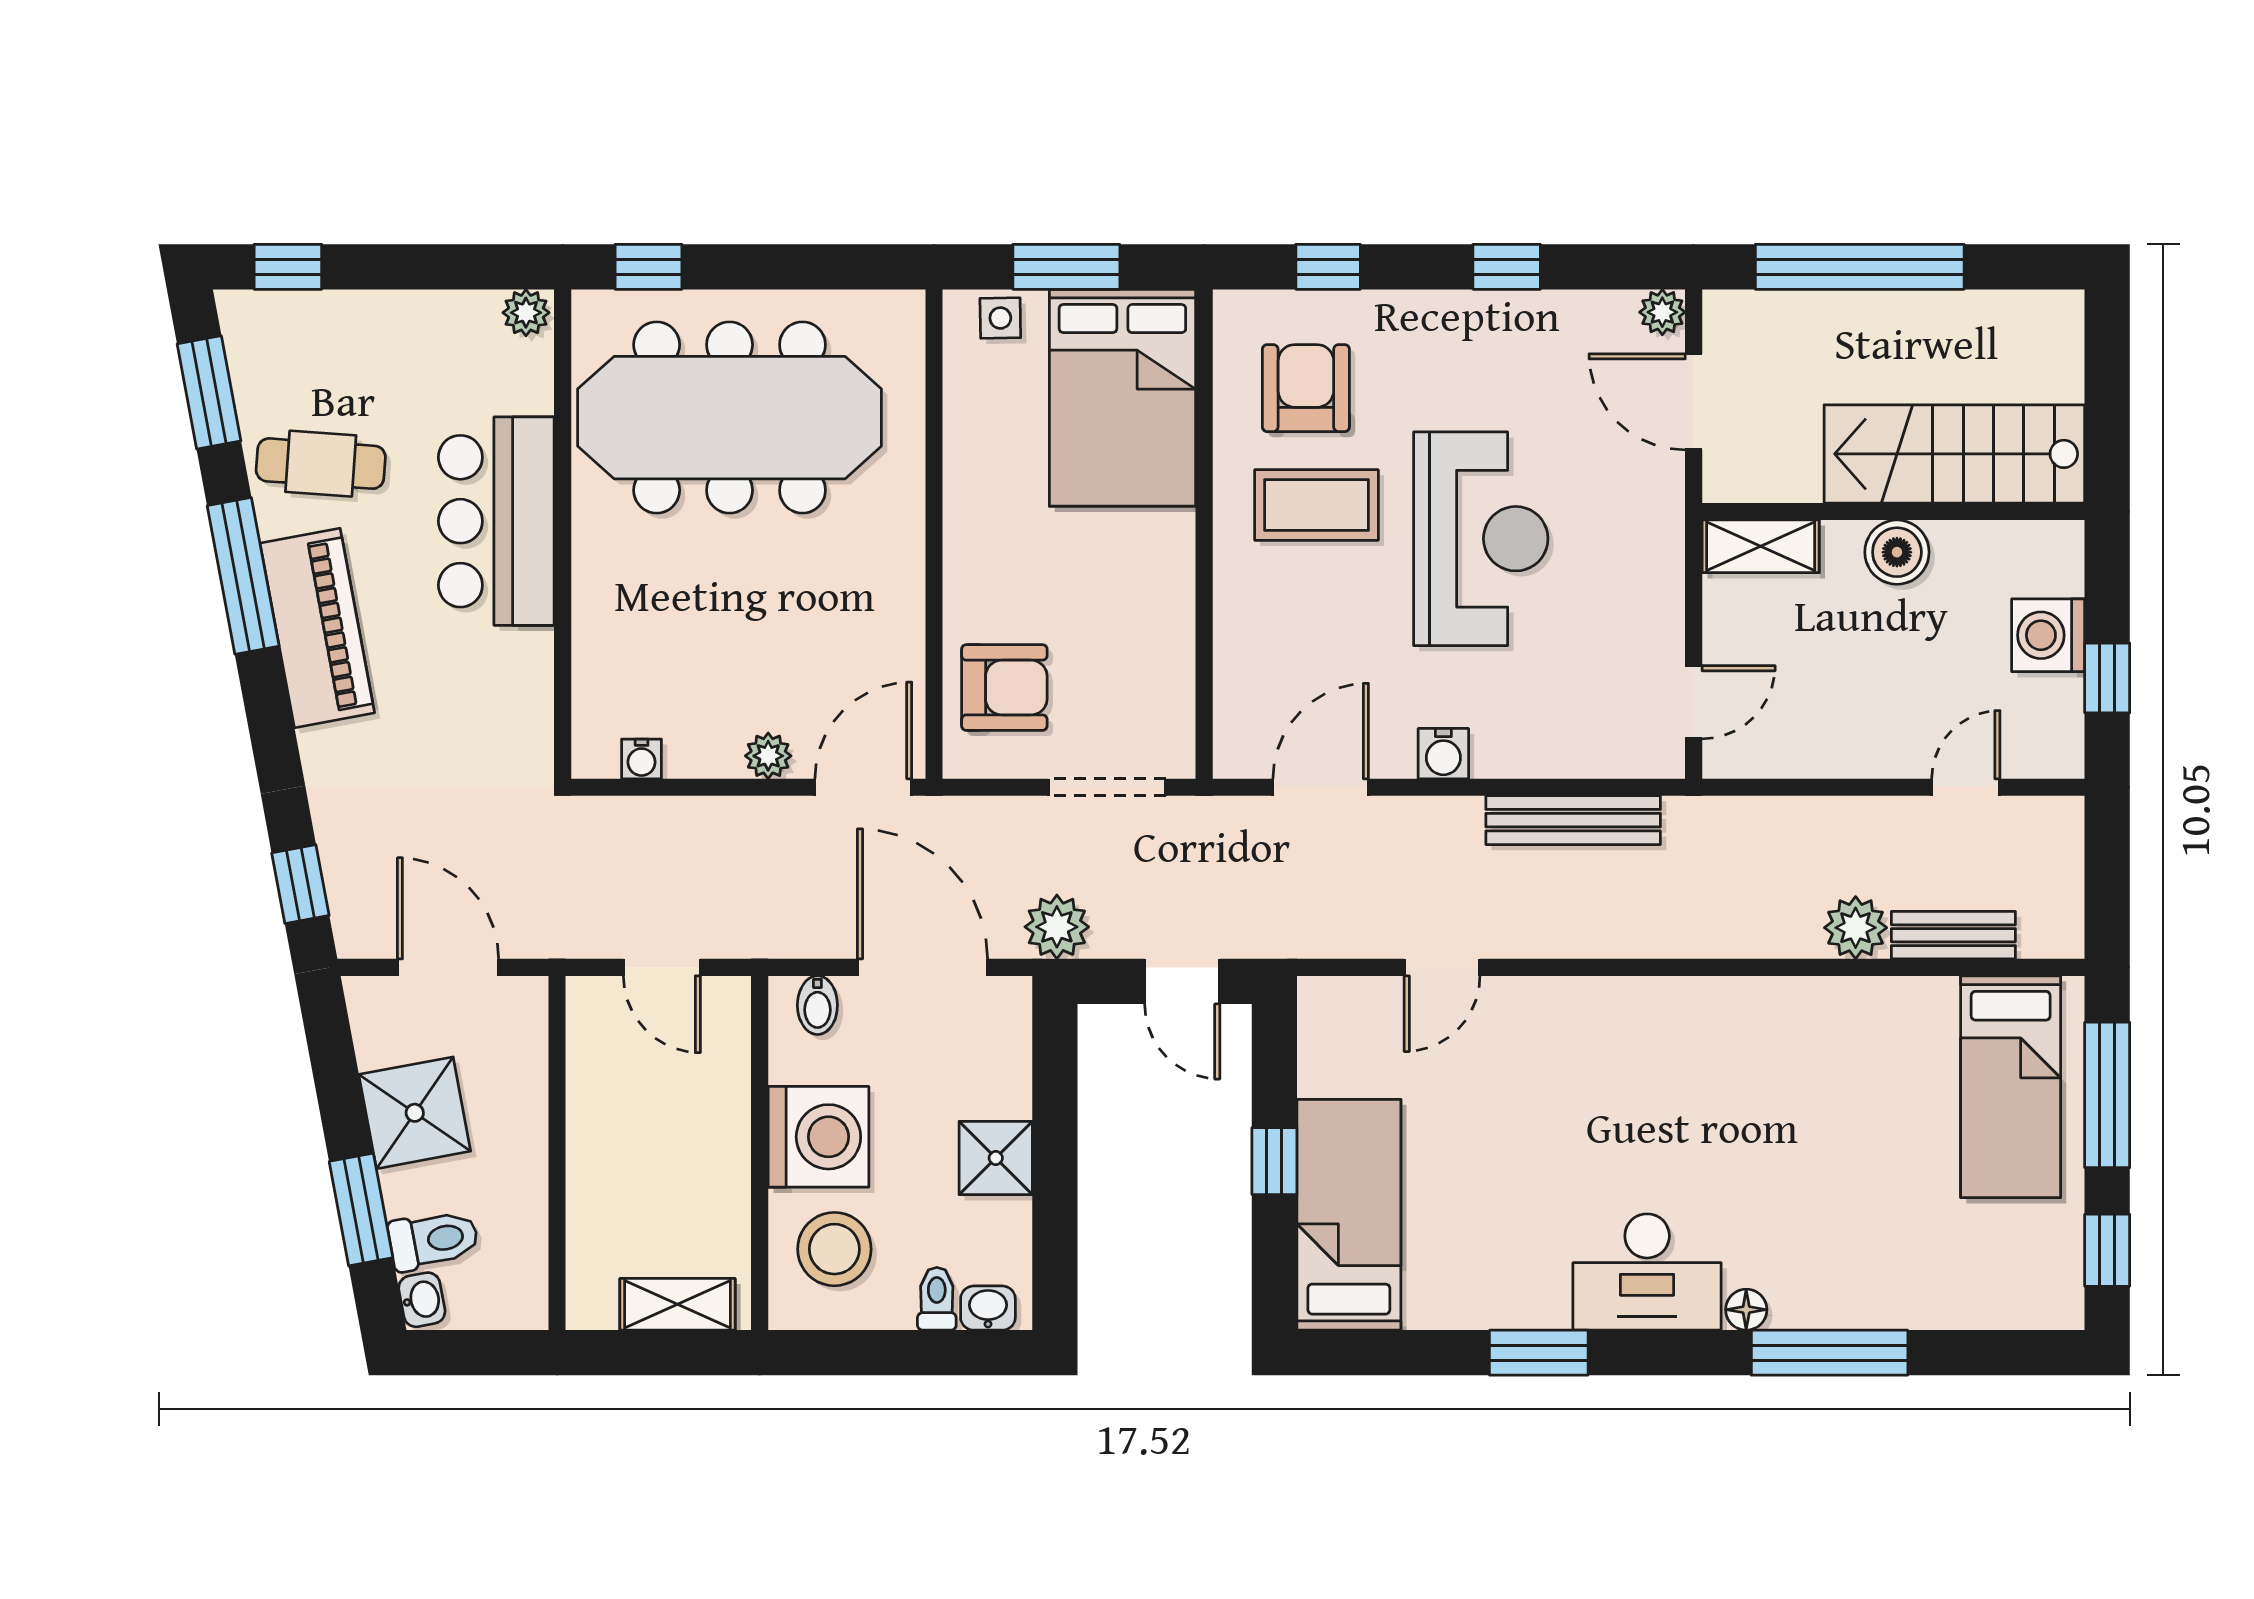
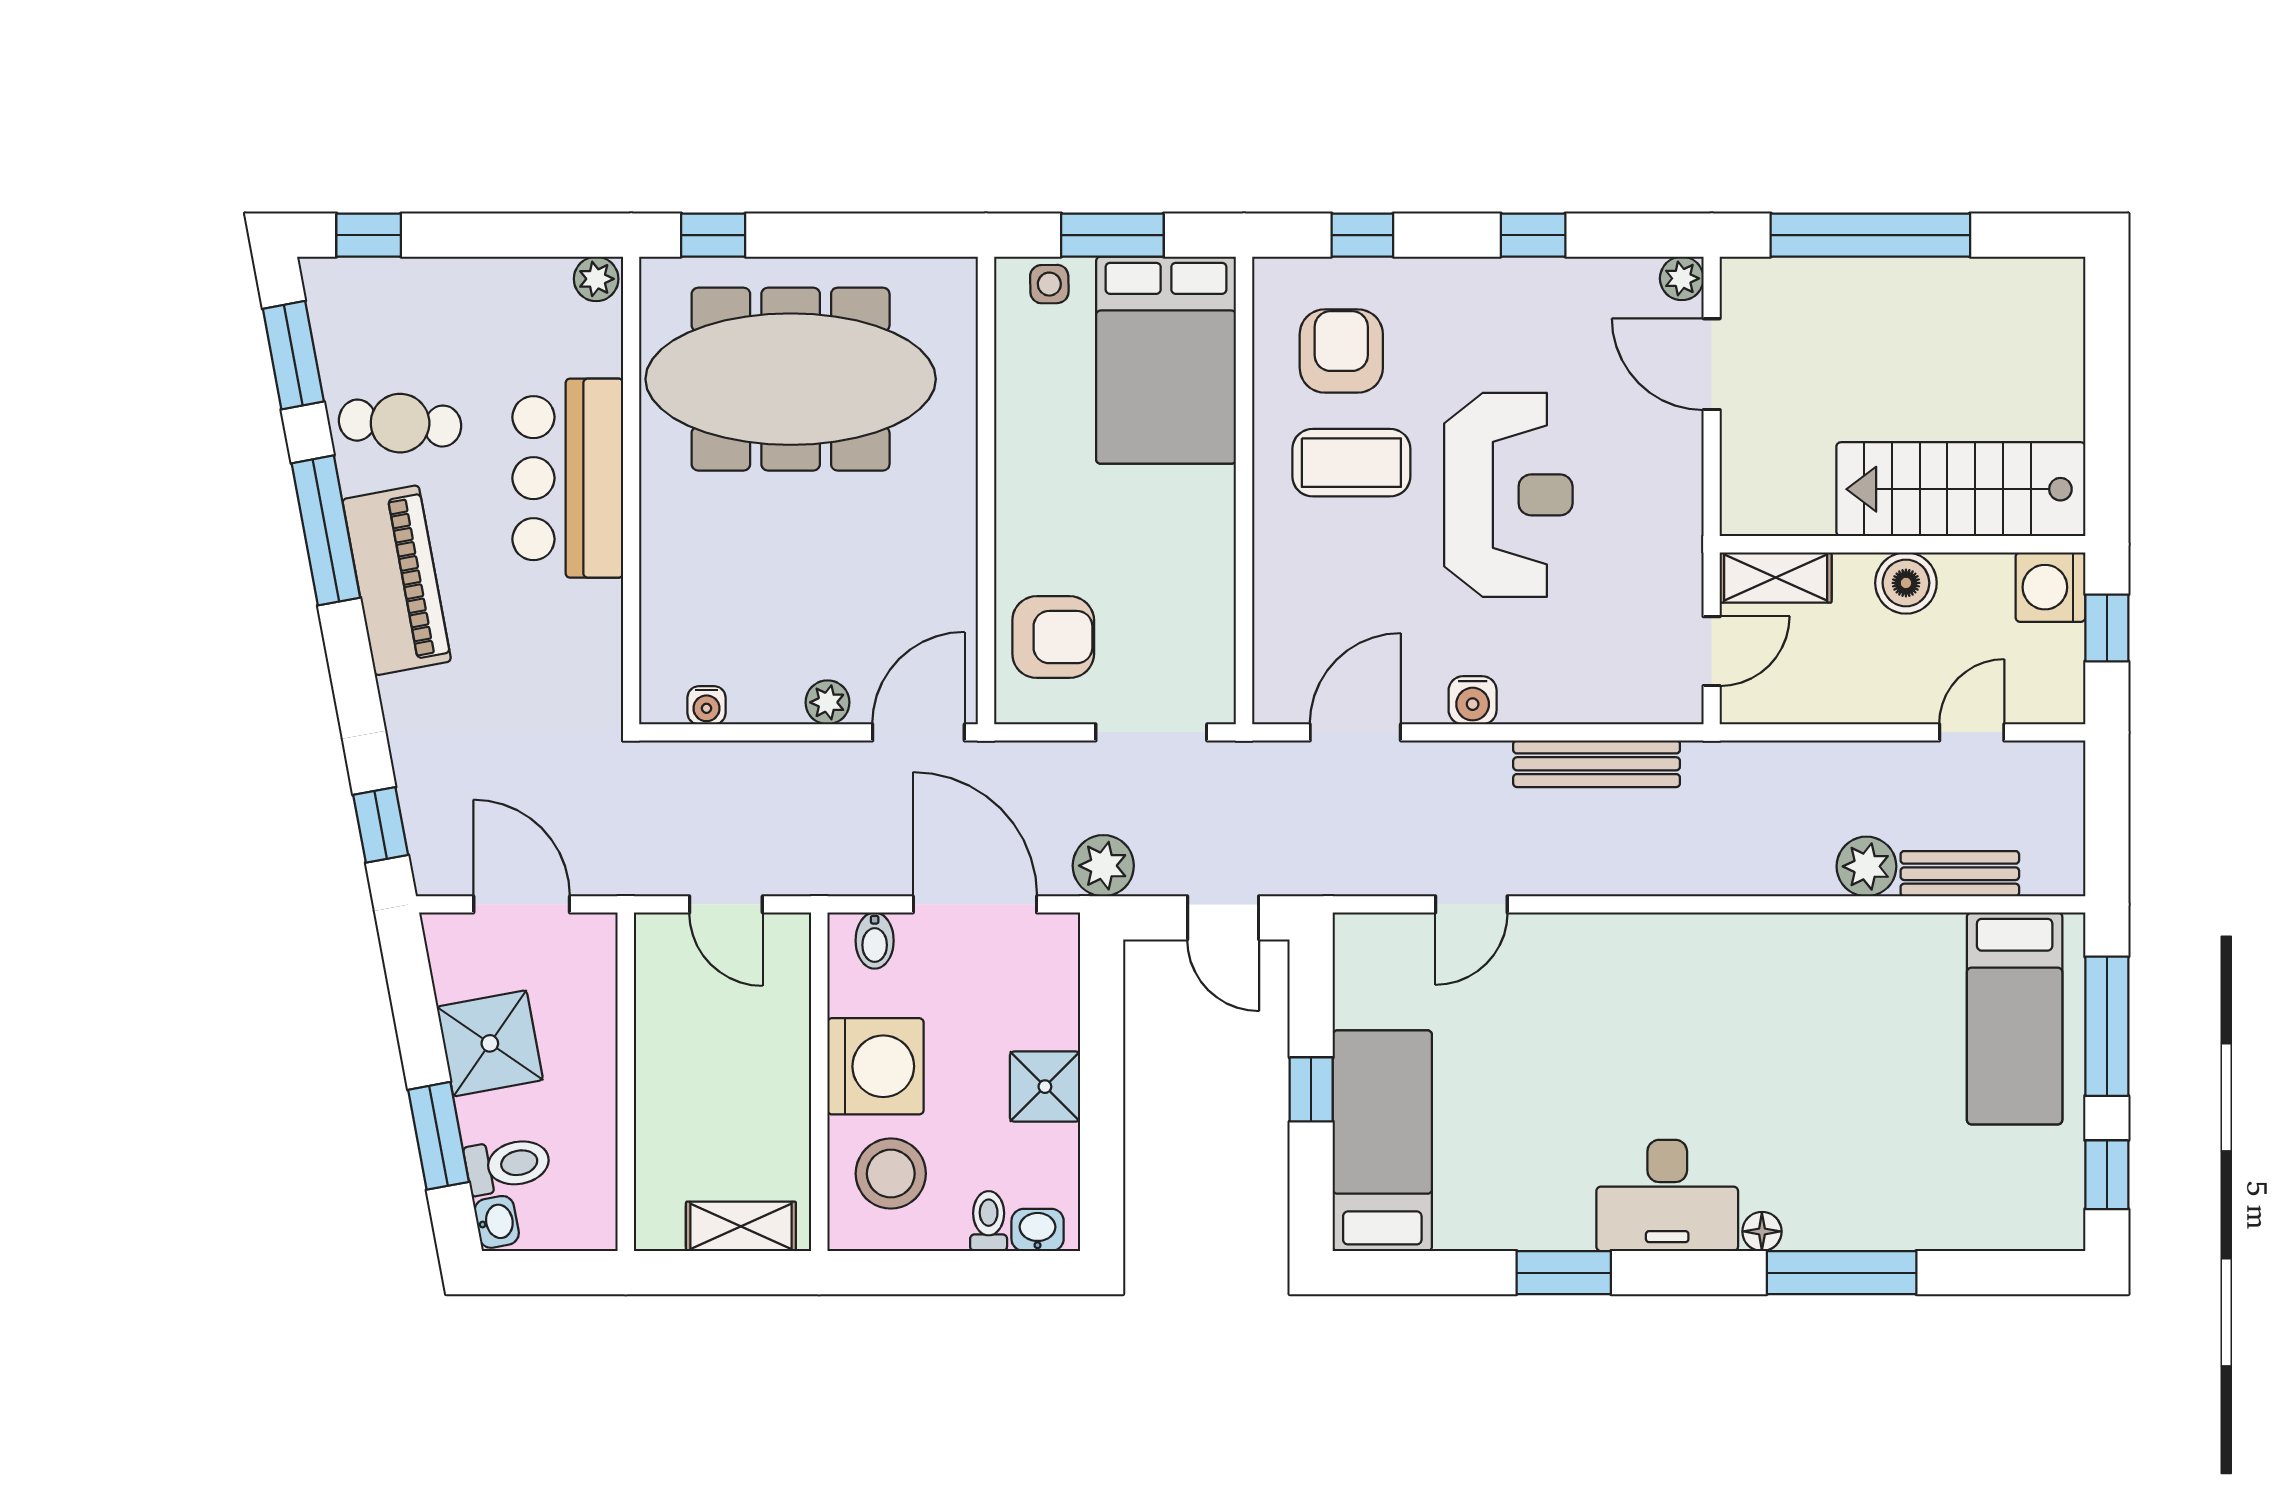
stairs: (1954, 454) -> (1961, 489), moved
wall: (1893, 512) -> (1903, 544), moved
shelving: (1761, 546) -> (1776, 577), moved
boiler: (1897, 552) -> (1906, 583), moved

